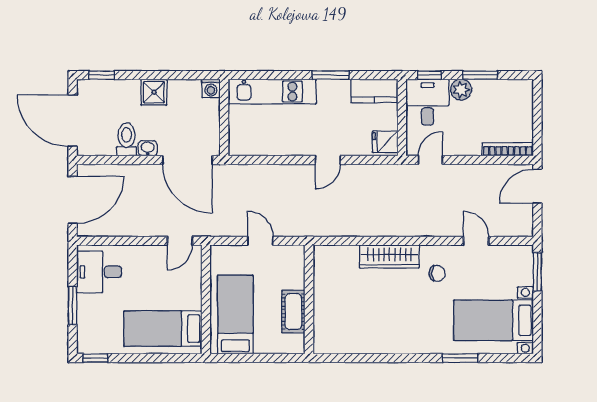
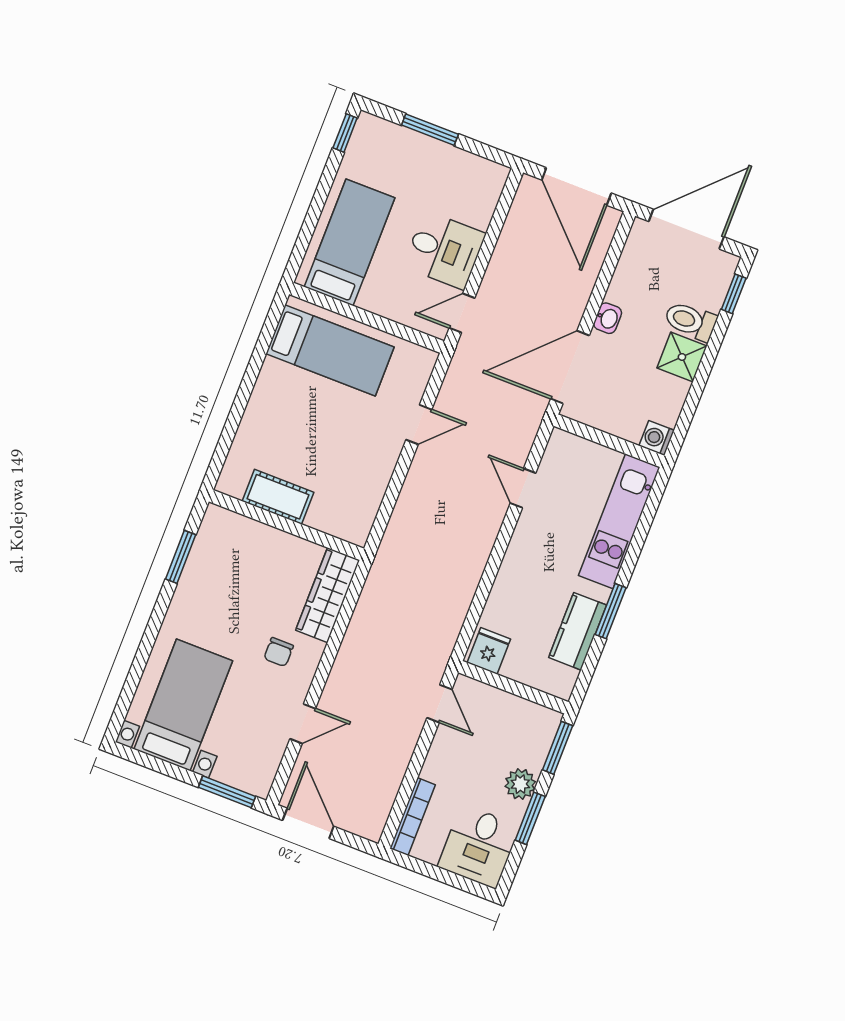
window: (429, 75) -> (558, 748), width x1.50
kitchen counter: (374, 91) -> (578, 631), moved
desk: (428, 102) -> (479, 846), moved, turned 90
toilet: (126, 139) -> (690, 321), moved, turned 180
door: (328, 160) -> (523, 488), moved
door: (537, 186) -> (308, 823), moved
door: (180, 241) -> (462, 313), hinge flipped
desk: (99, 272) -> (444, 250), moved, turned 90
wall: (309, 299) -> (286, 525), moved
cot: (293, 312) -> (278, 497), moved
window: (460, 358) -> (181, 557), moved

